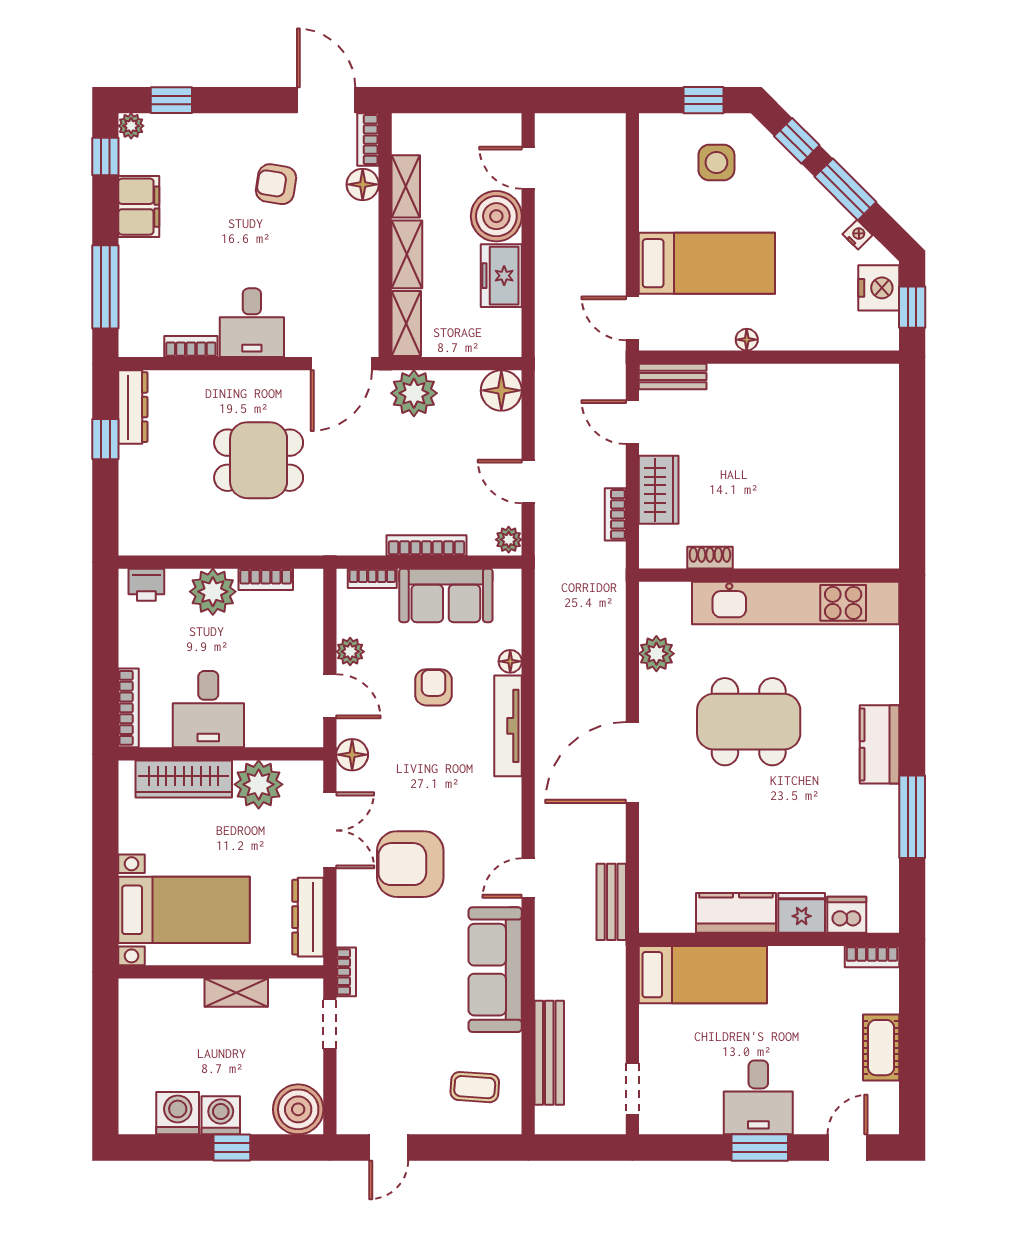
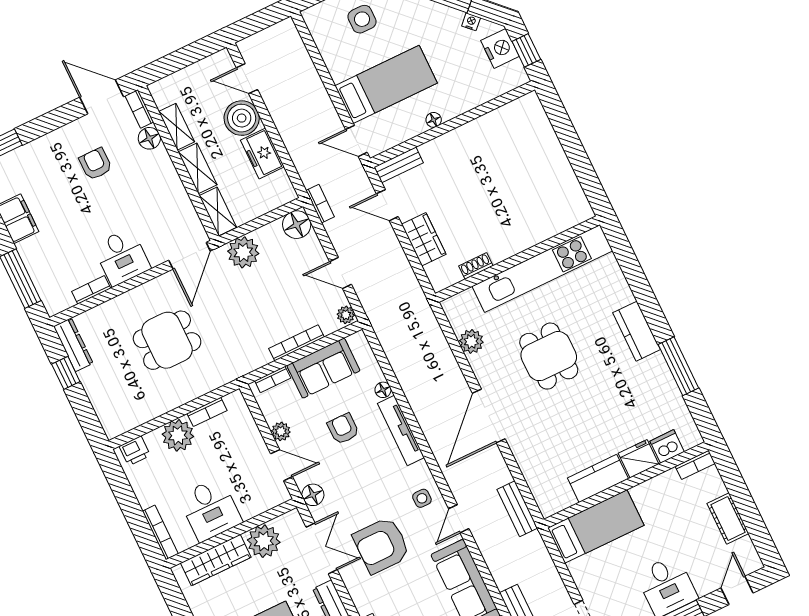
armchair: (276, 184) -> (96, 164), turned 81
bookcase: (615, 514) -> (320, 204), moved, turned 180
dining table: (749, 722) -> (549, 356), width x0.73
side table: (493, 828) -> (422, 498), added

